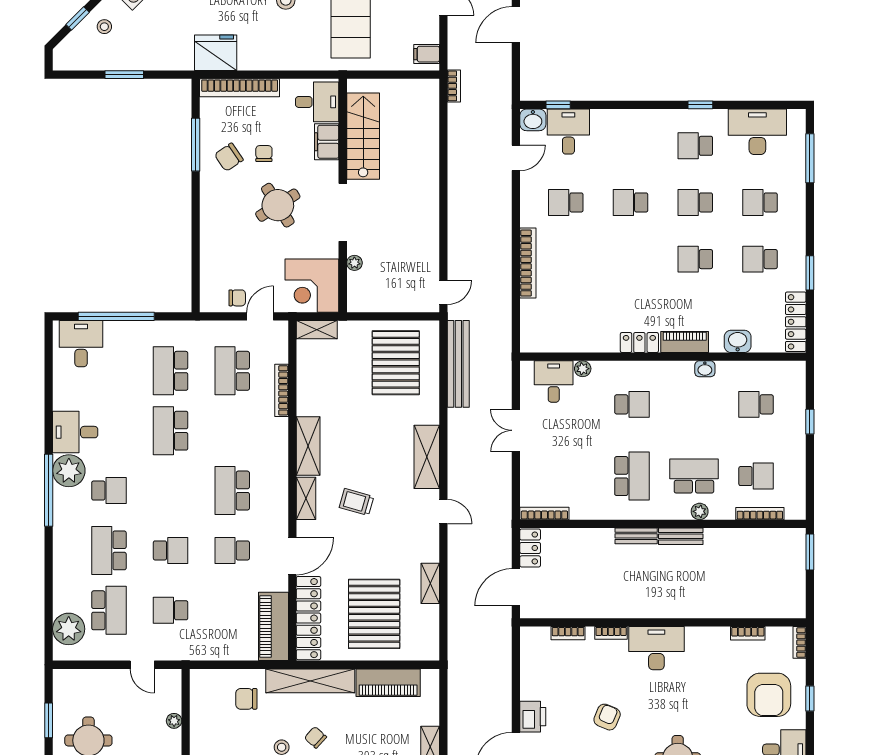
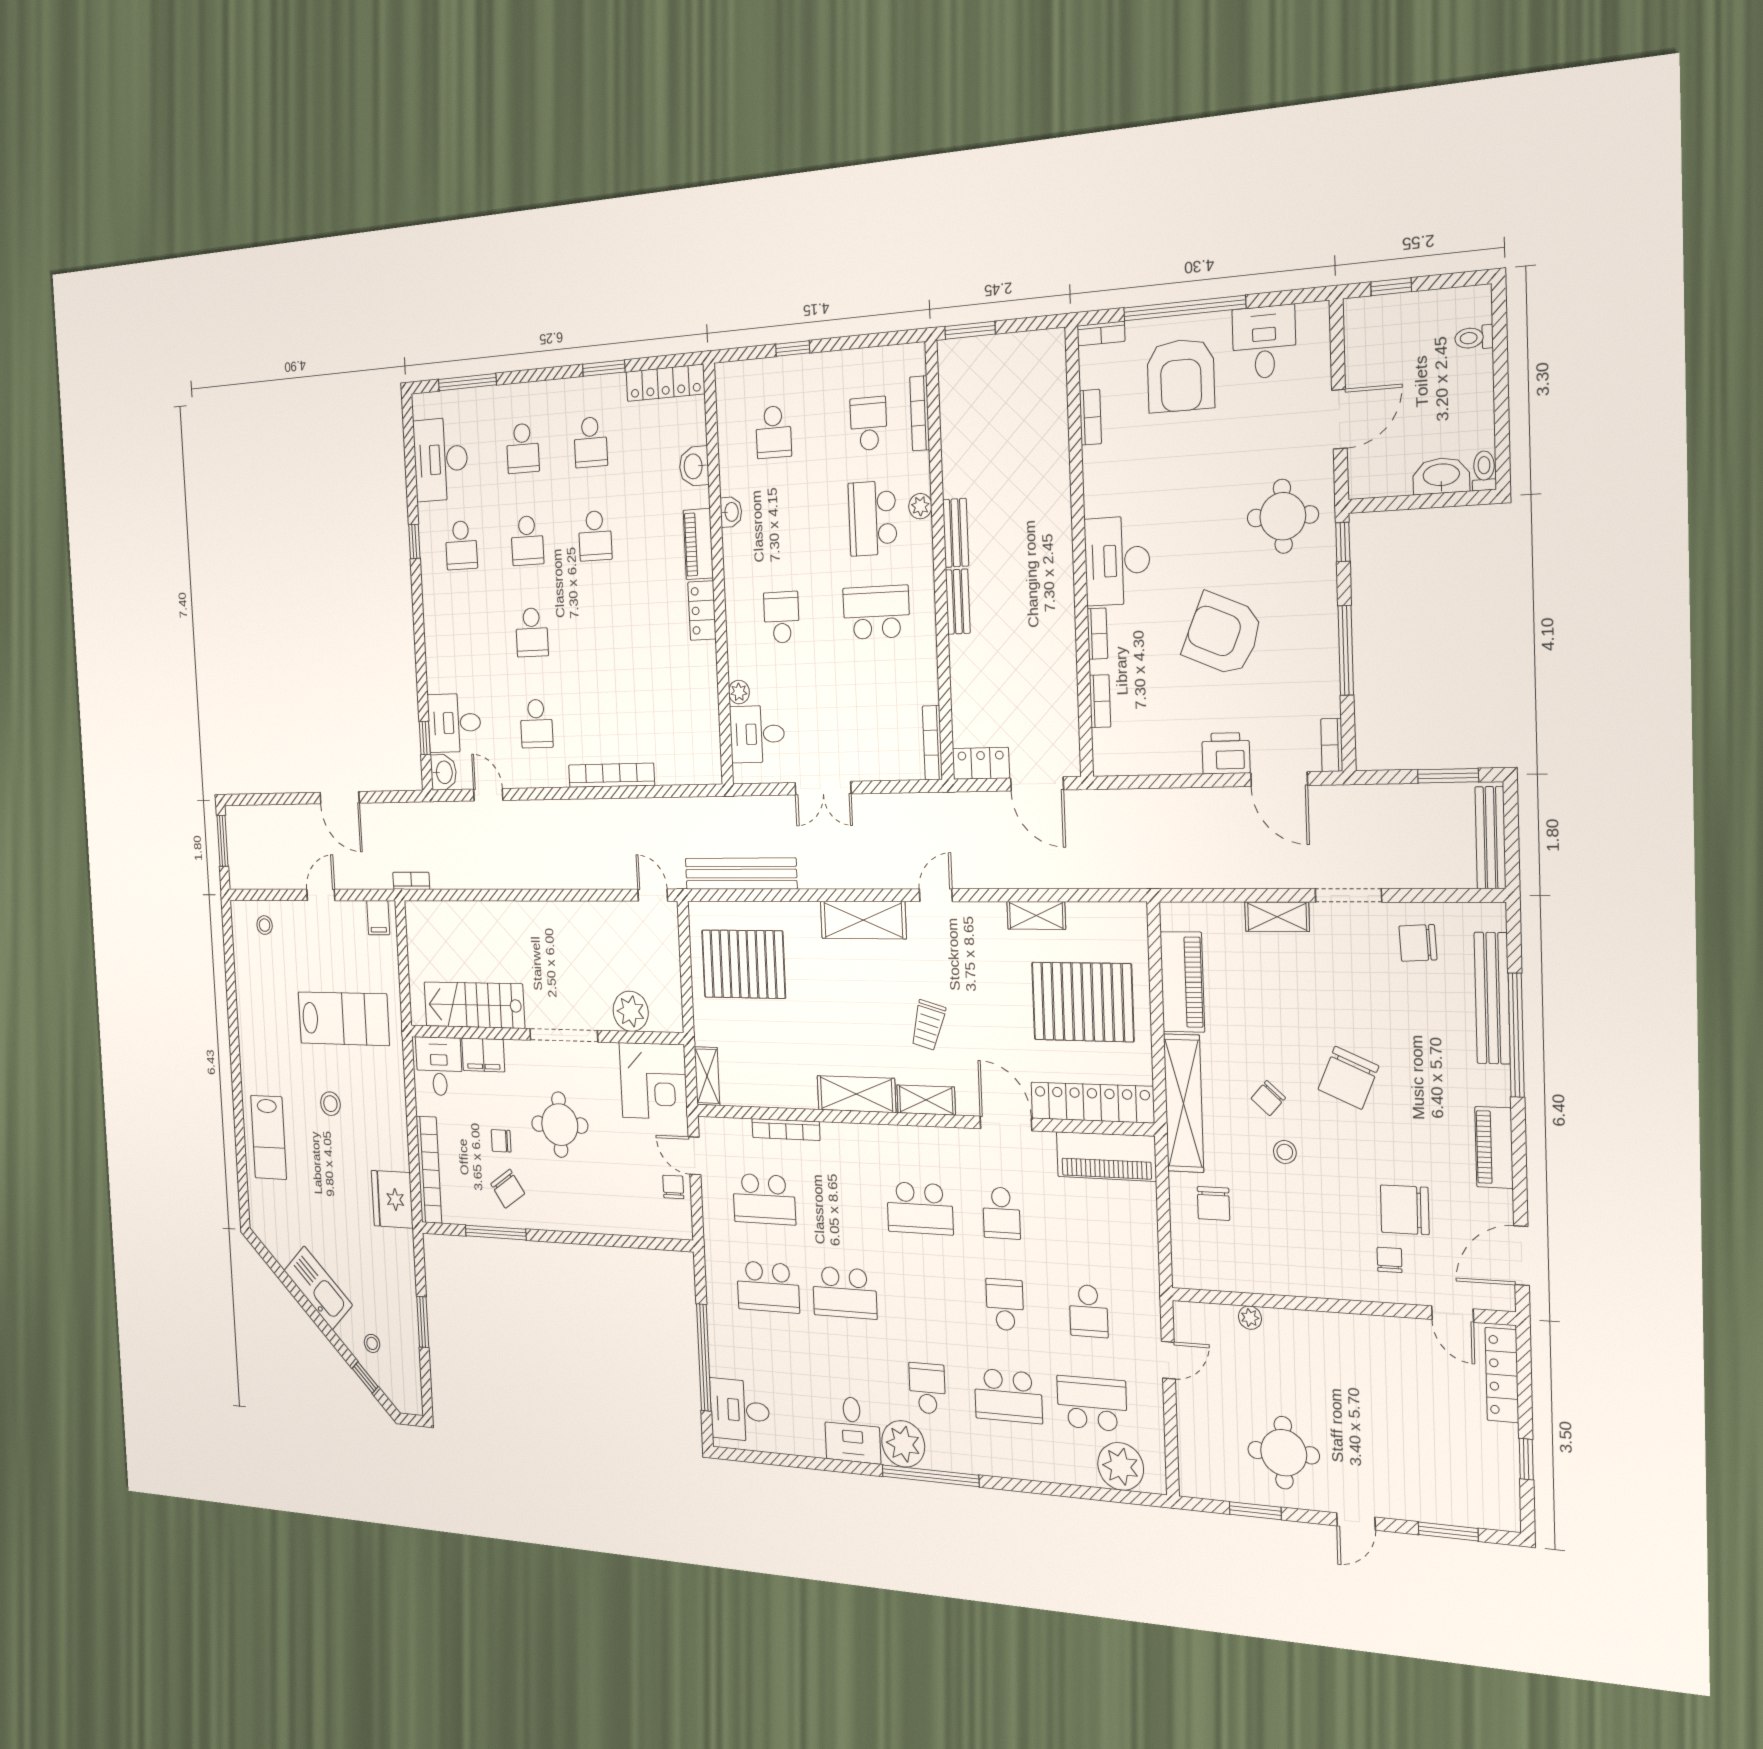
round table: (278, 205) -> (560, 1125), turned 32
plant: (354, 263) -> (631, 1011), width x1.87, depth x1.87
armchair: (769, 695) -> (1181, 375), turned 90
window: (810, 699) -> (1184, 308), width x3.17
armchair: (607, 717) -> (1223, 634), width x1.88, depth x1.88

